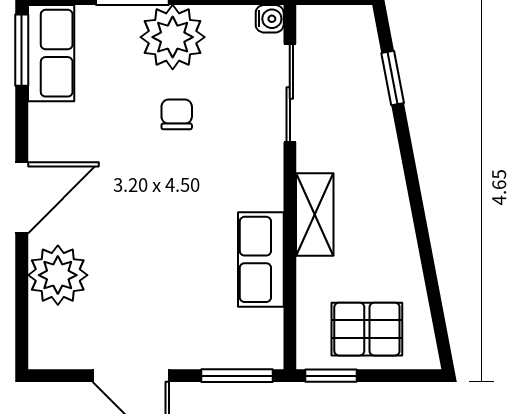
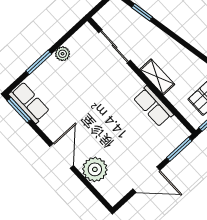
water cooler: (270, 19) -> (87, 29), removed
plant: (173, 37) -> (63, 54), width x0.53, depth x0.53
chair: (177, 114) -> (86, 85), removed

